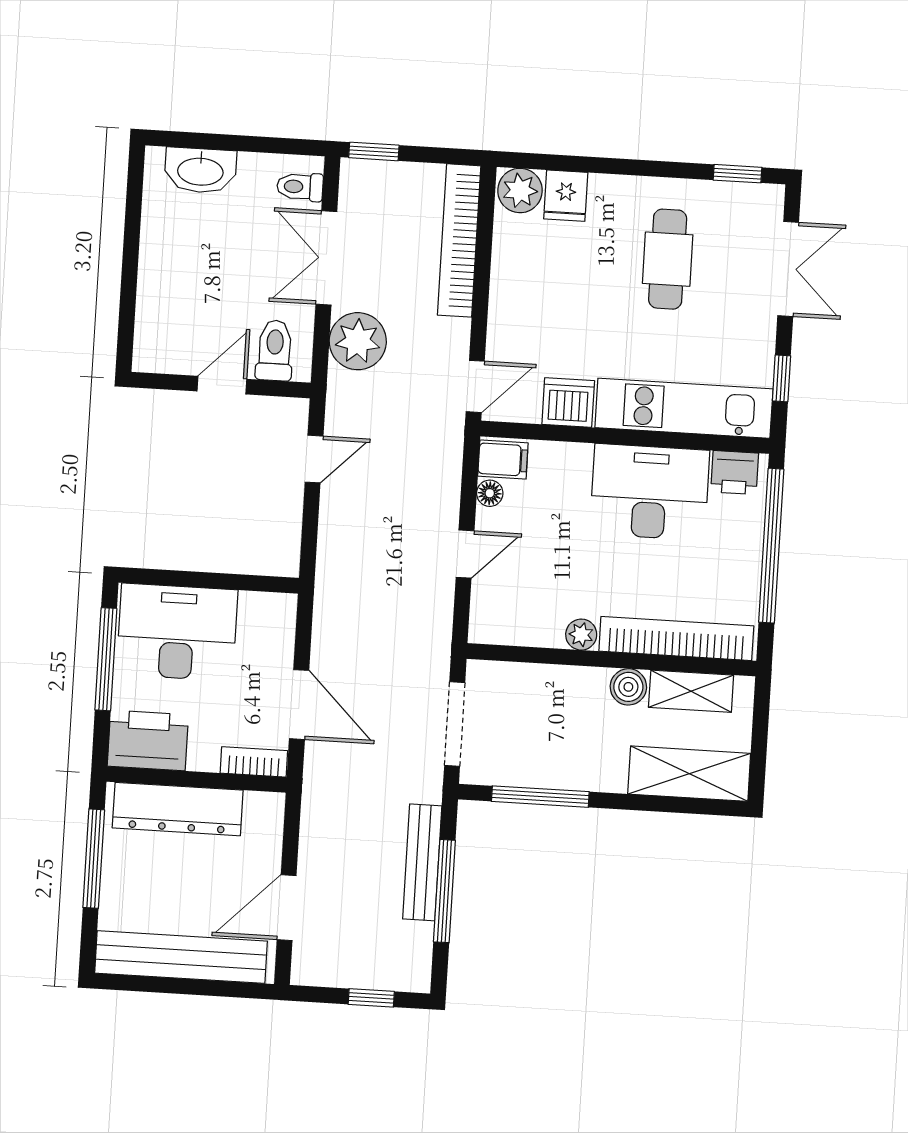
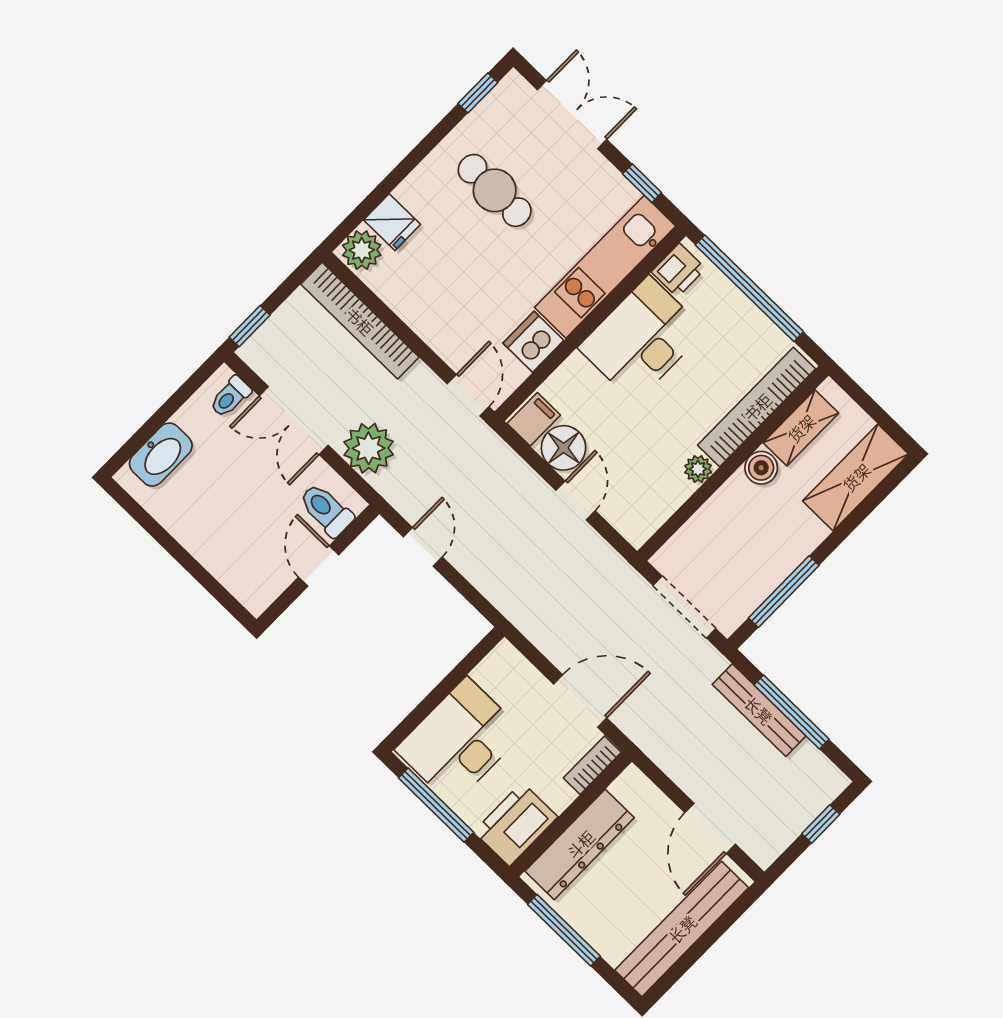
floor lamp: (490, 493) -> (564, 448), width x1.89, depth x1.89

